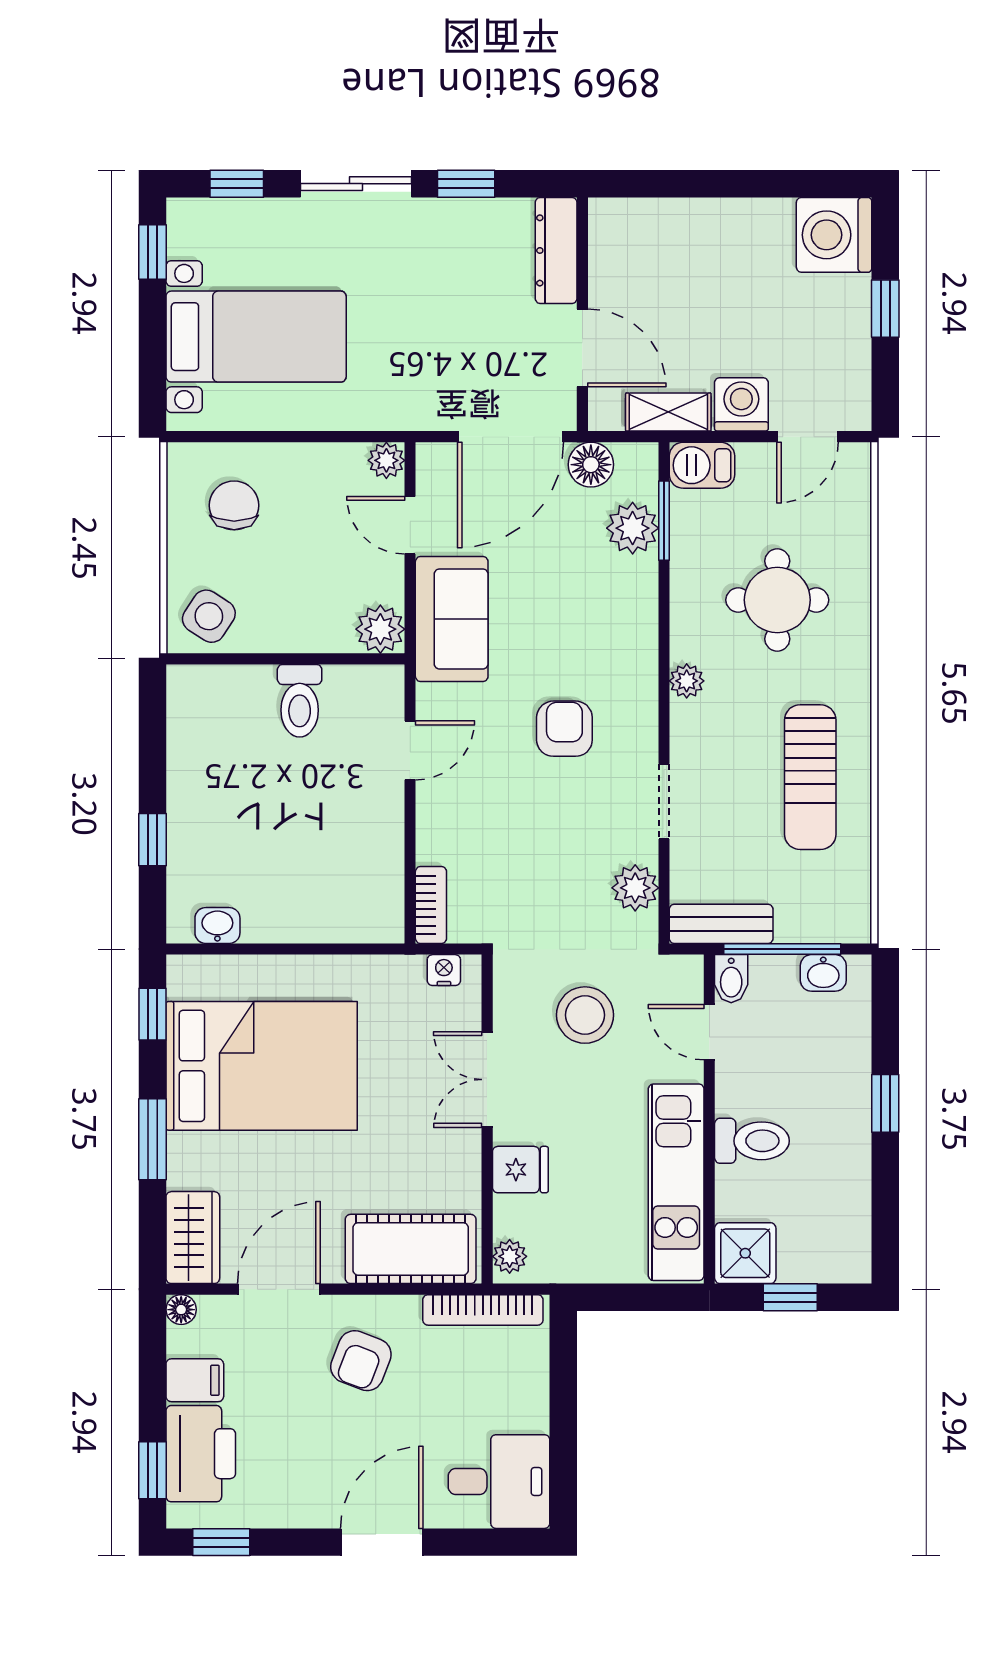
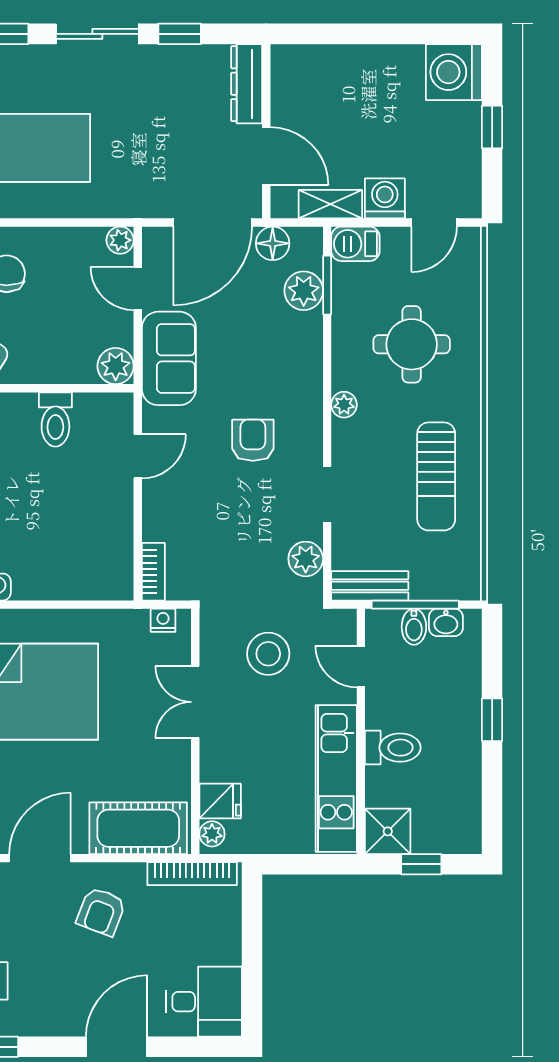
bidet: (731, 979) -> (414, 627), moved
fridge: (520, 1170) -> (220, 801), moved

